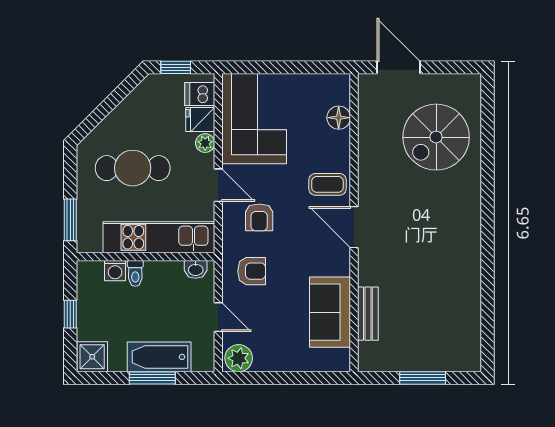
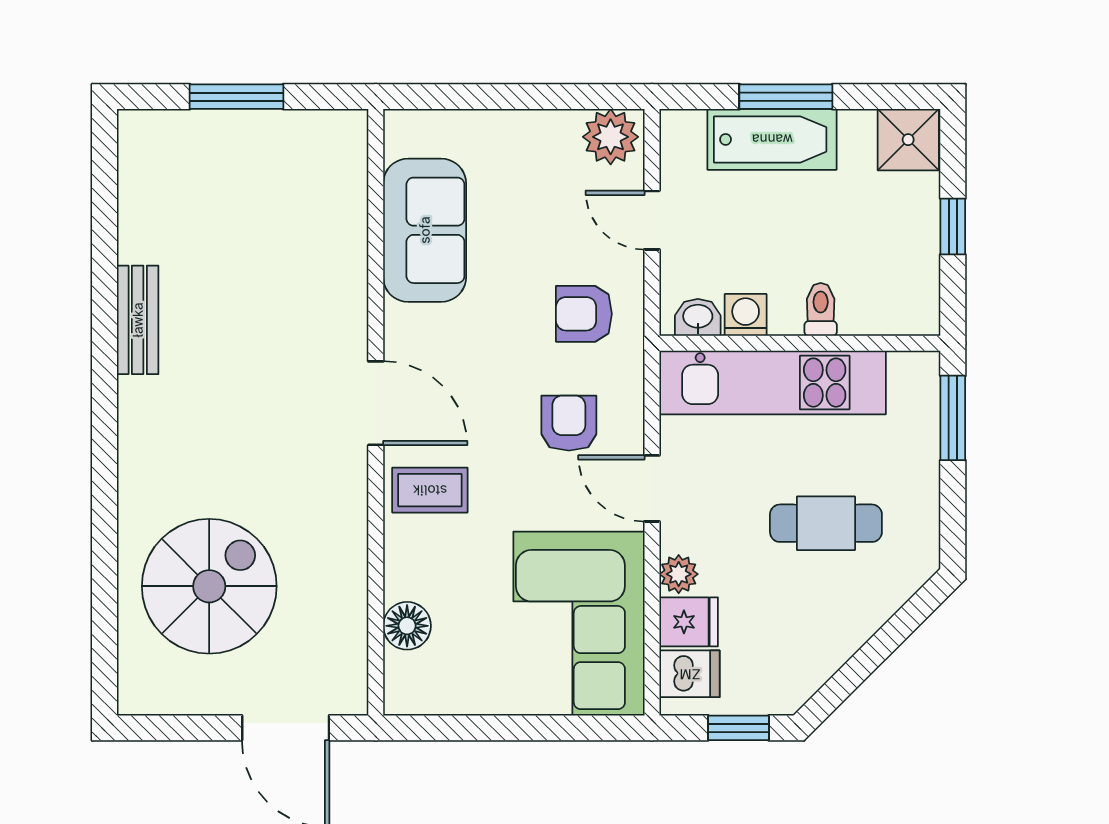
cafe table: (133, 168) -> (826, 523), width x0.73, depth x0.74
washing machine: (115, 271) -> (746, 315), moved
bench: (368, 314) -> (138, 320), moved

